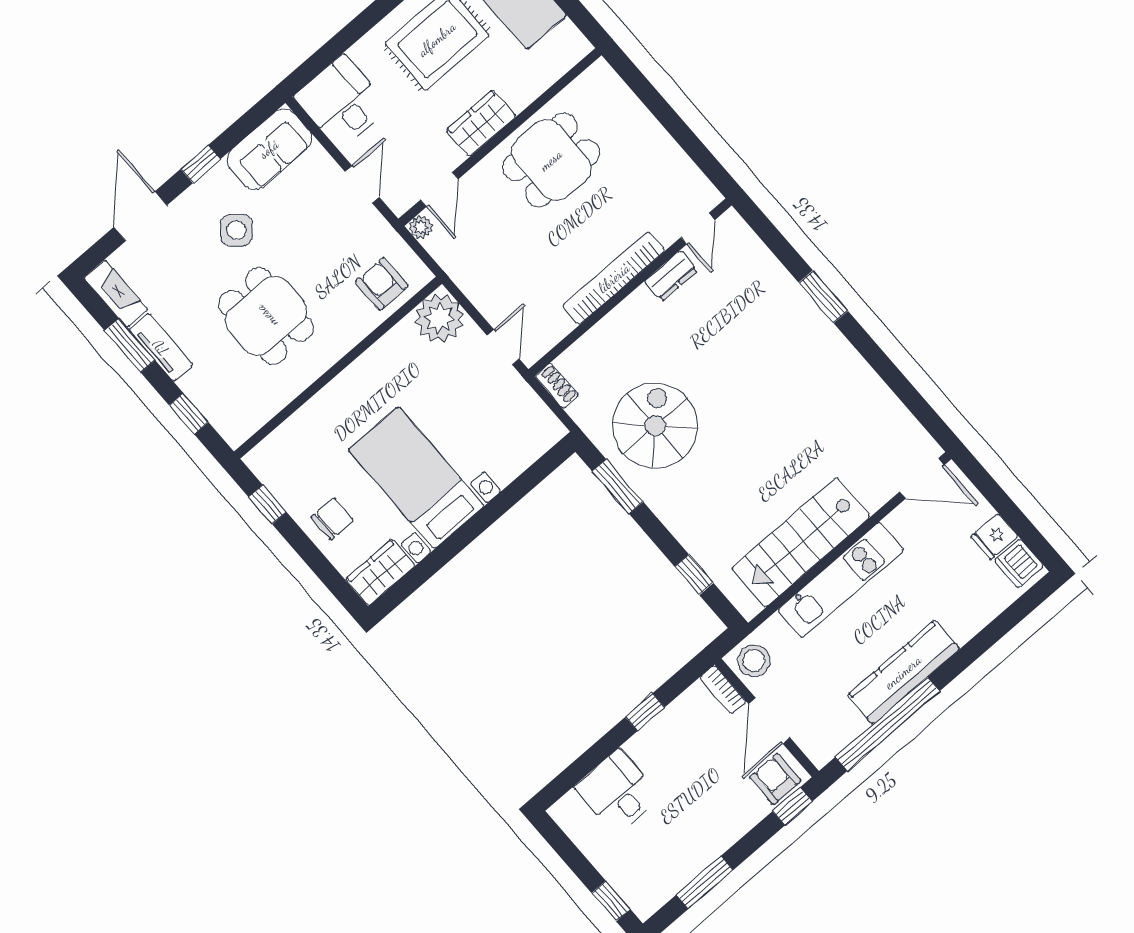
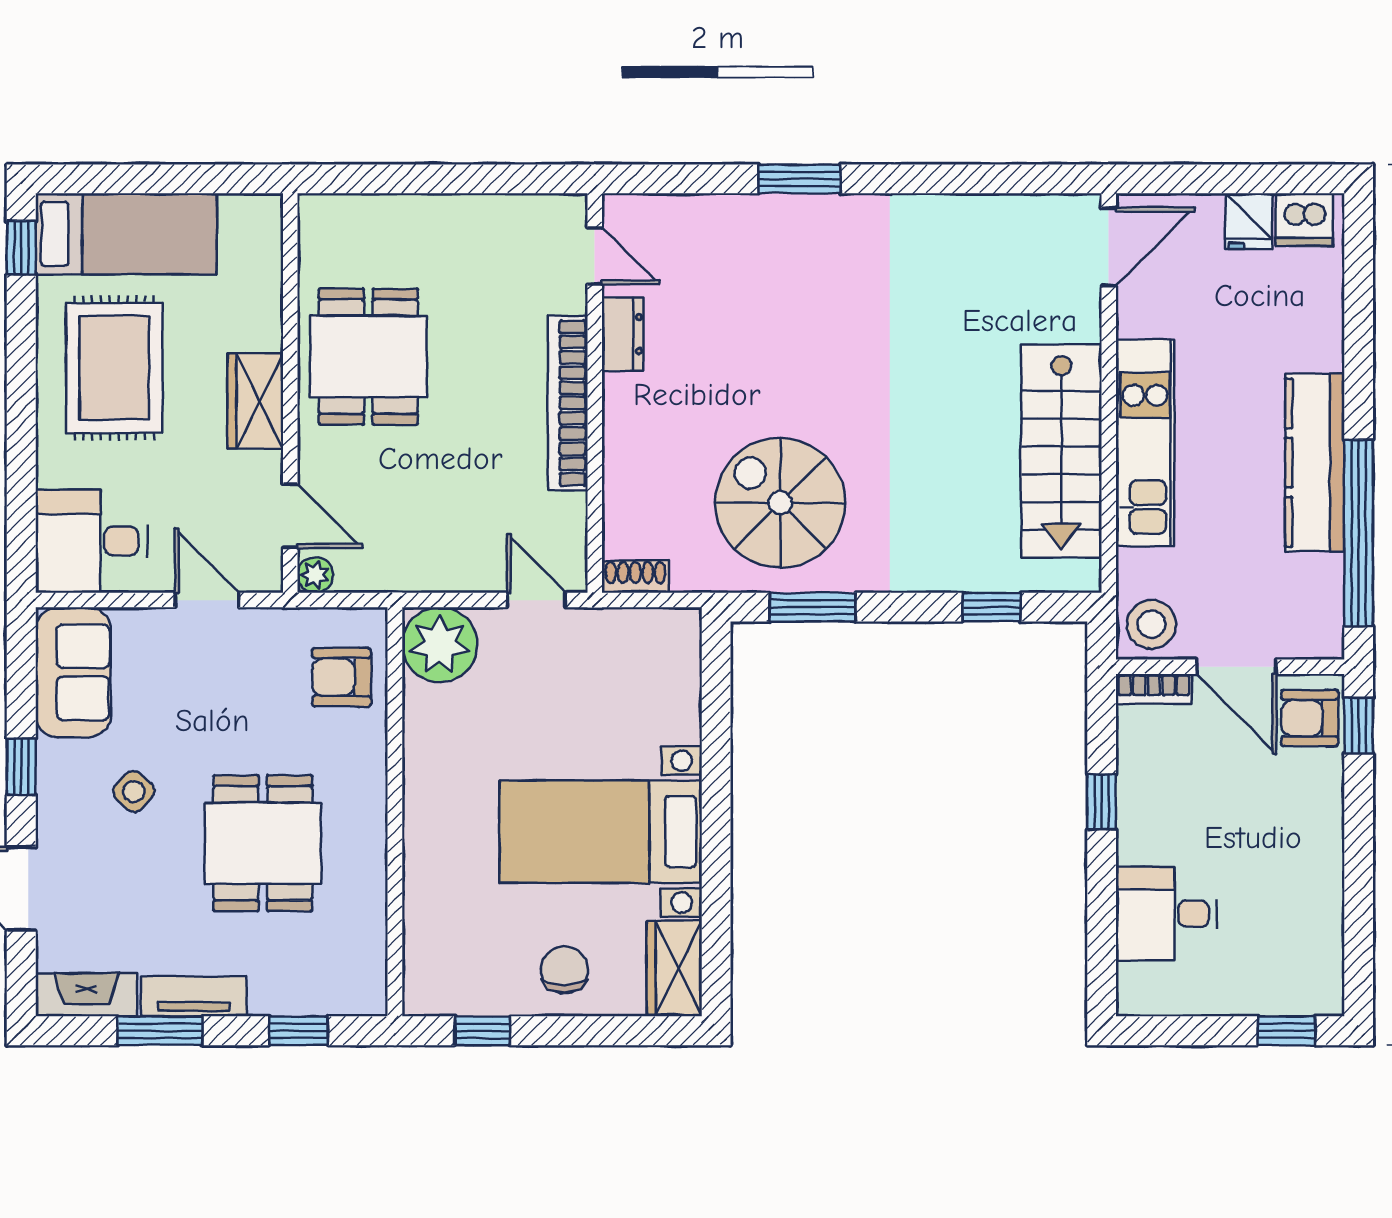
side table: (236, 230) -> (134, 791), width x0.73, depth x0.73
dining table: (266, 316) -> (263, 843), turned 90
window: (705, 882) -> (1359, 904), removed

